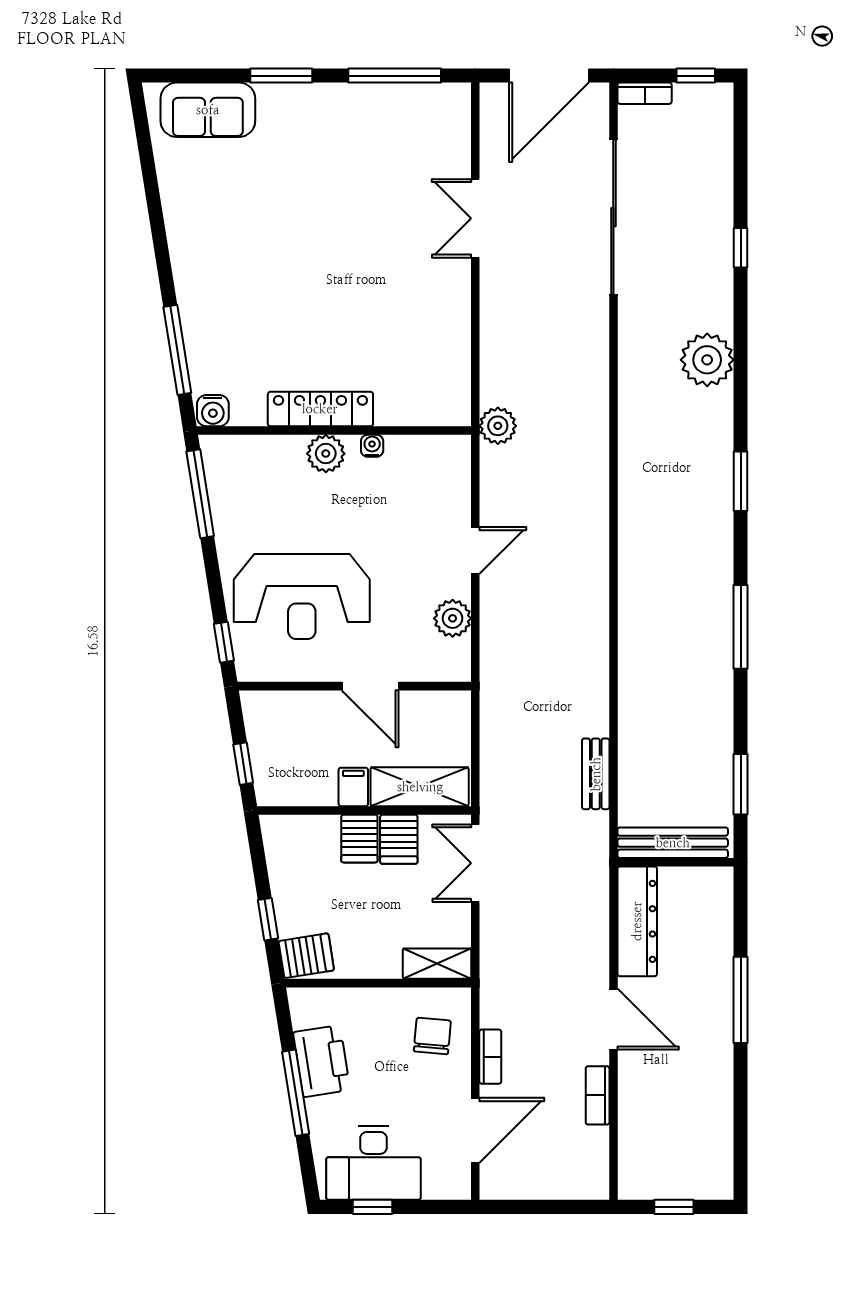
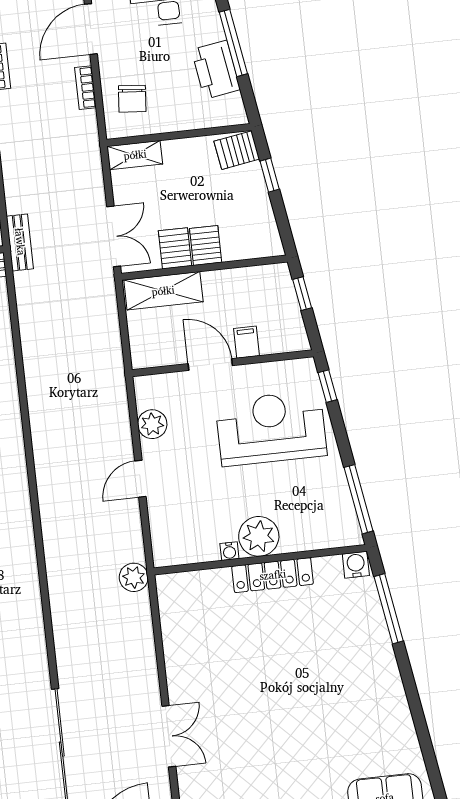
plant: (326, 454) -> (259, 536), width x1.36, depth x1.36
bench: (596, 774) -> (20, 242), moved
filing cabinet: (353, 787) -> (246, 342), moved, turned 180

